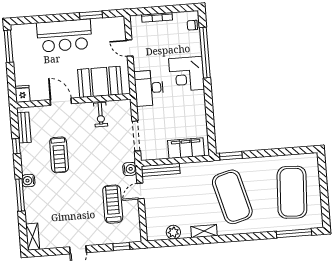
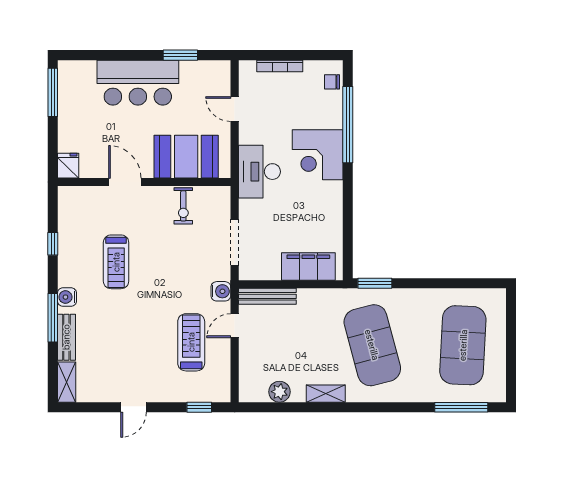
bench: (24, 128) -> (66, 337), moved

